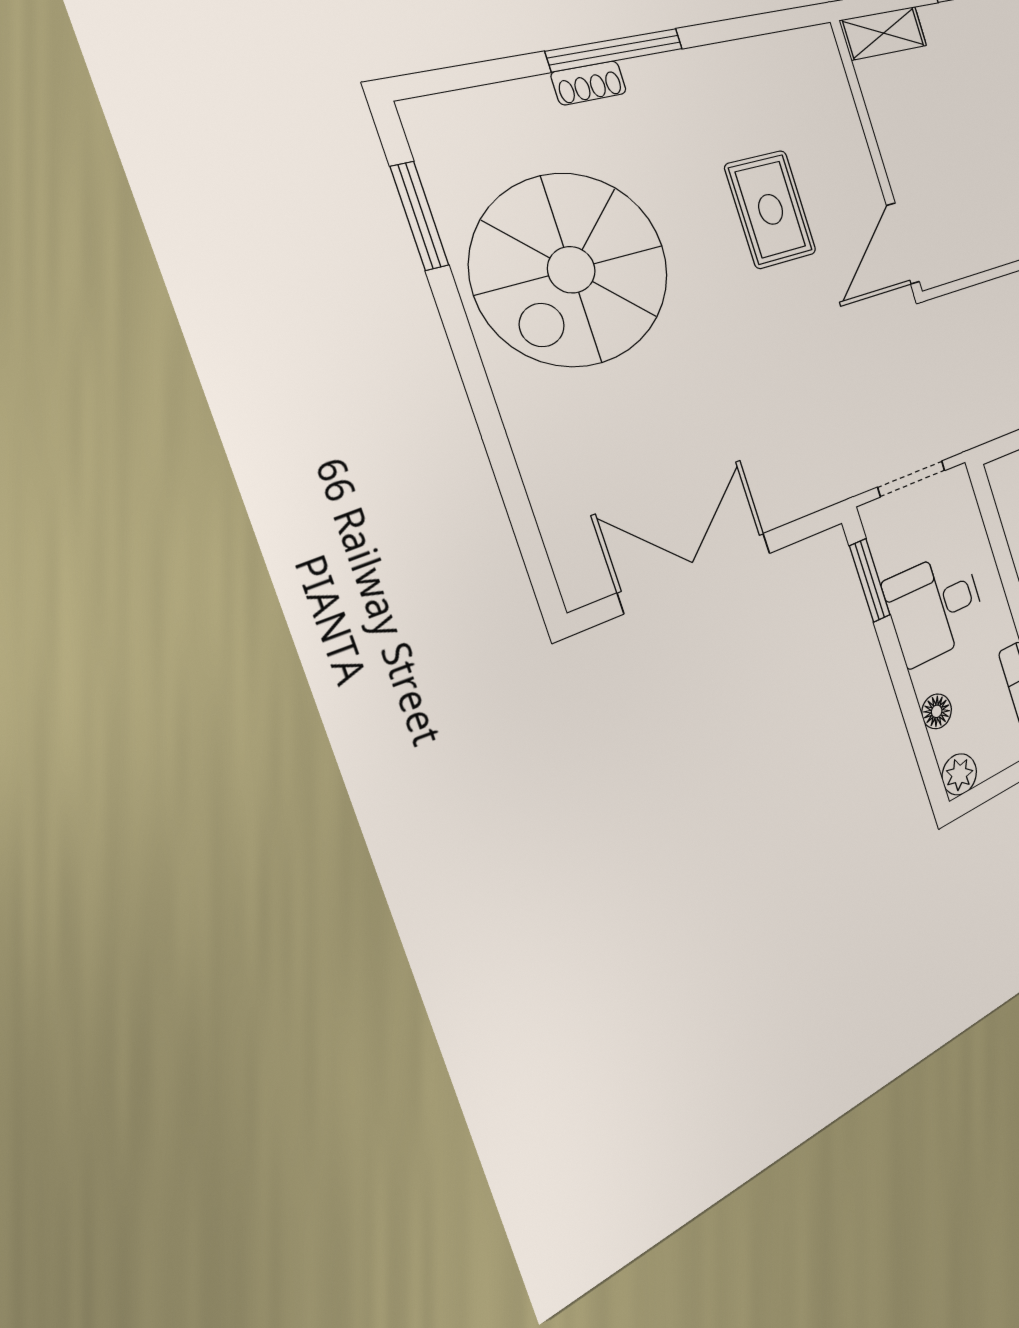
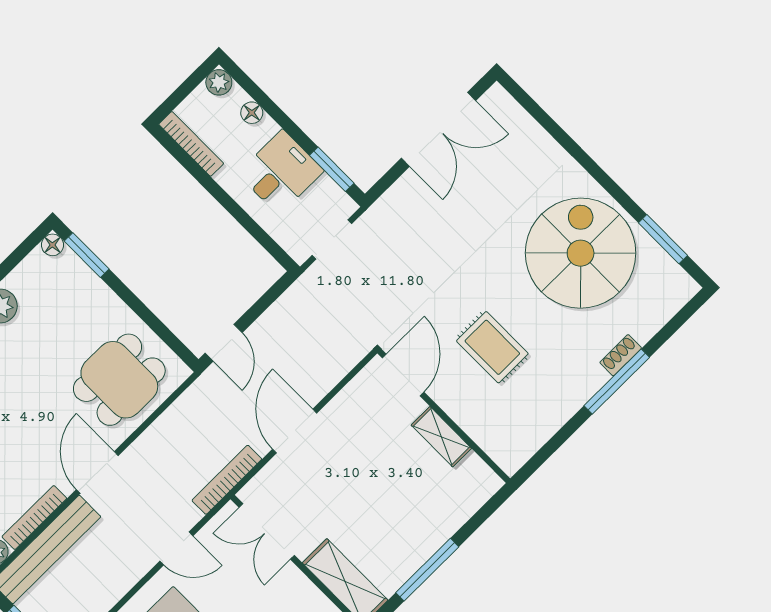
shelving: (884, 33) -> (441, 437), moved, turned 90

